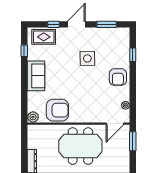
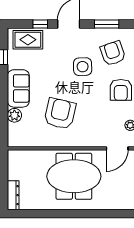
armchair: (112, 48) -> (113, 53), added
armchair: (57, 110) -> (60, 114), moved, turned -77
plant: (33, 117) -> (14, 115), moved

